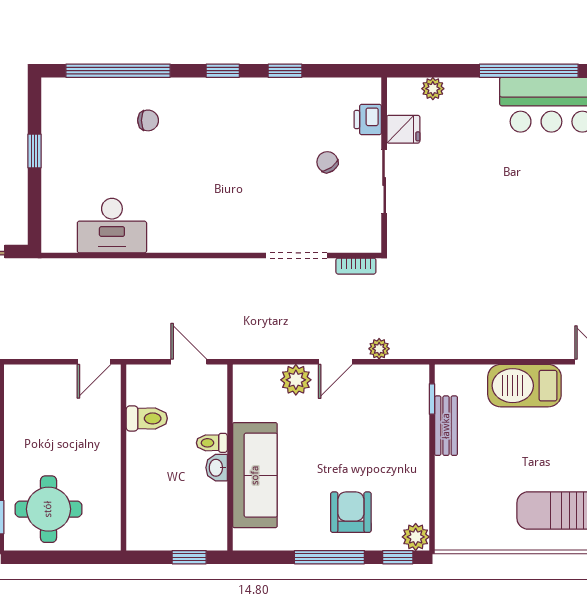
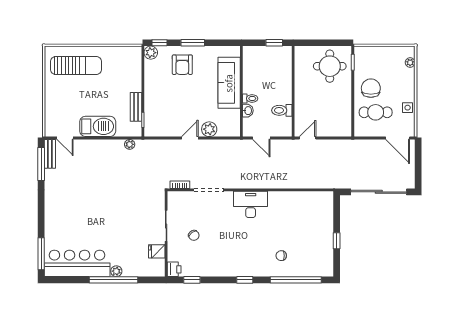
window: (285, 71) -> (192, 280), moved
window: (529, 71) -> (114, 280), moved
plant: (433, 89) -> (116, 271), moved
printer: (368, 120) -> (174, 269), moved
desk: (112, 226) -> (251, 204), moved
plant: (379, 349) -> (130, 144), moved
washbasin: (217, 468) -> (248, 111), moved
window: (189, 557) -> (274, 43), moved
window: (329, 557) -> (193, 43), width x0.69

